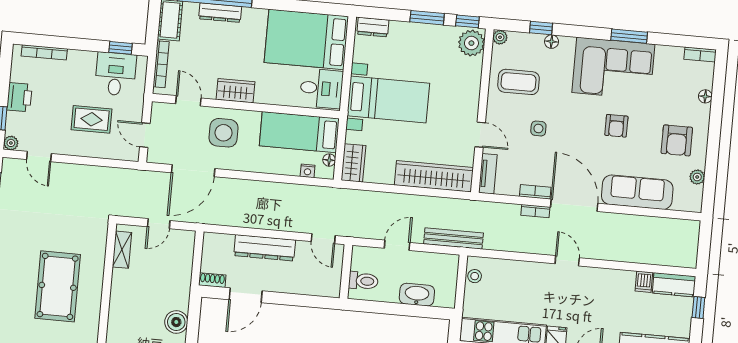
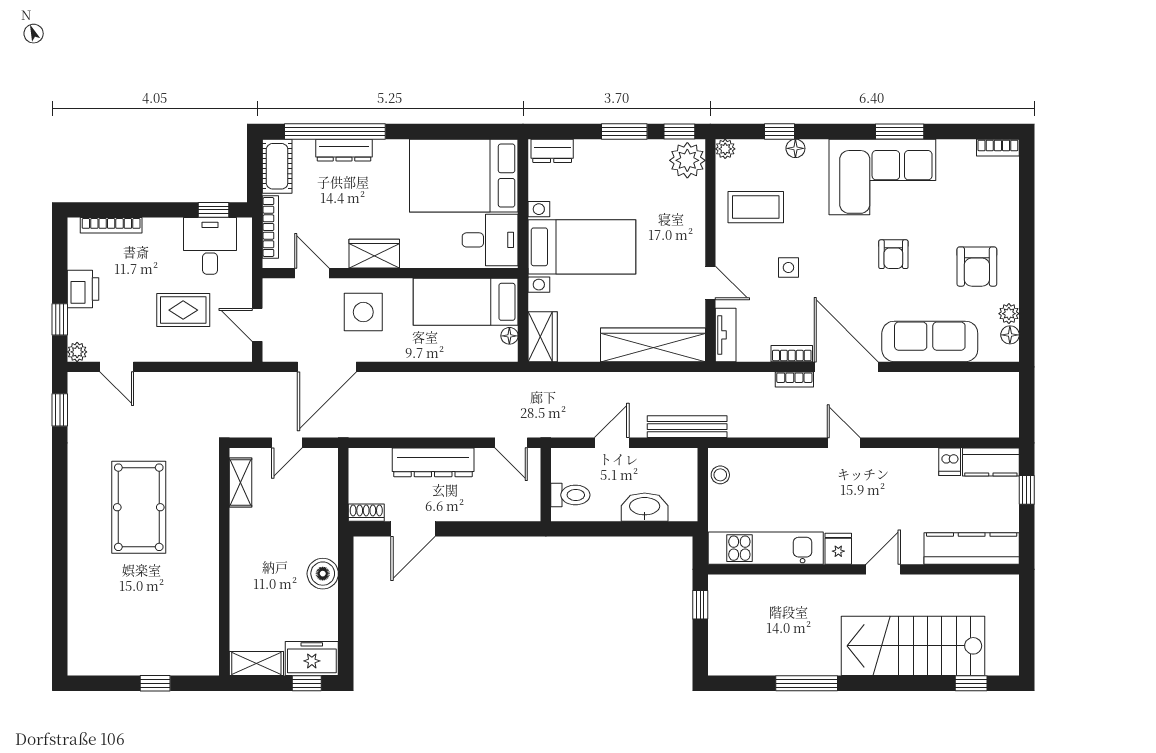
floor lamp: (705, 96) -> (1010, 335), moved
nightstand: (308, 171) -> (482, 353), removed
pool table: (58, 286) -> (139, 507), moved

